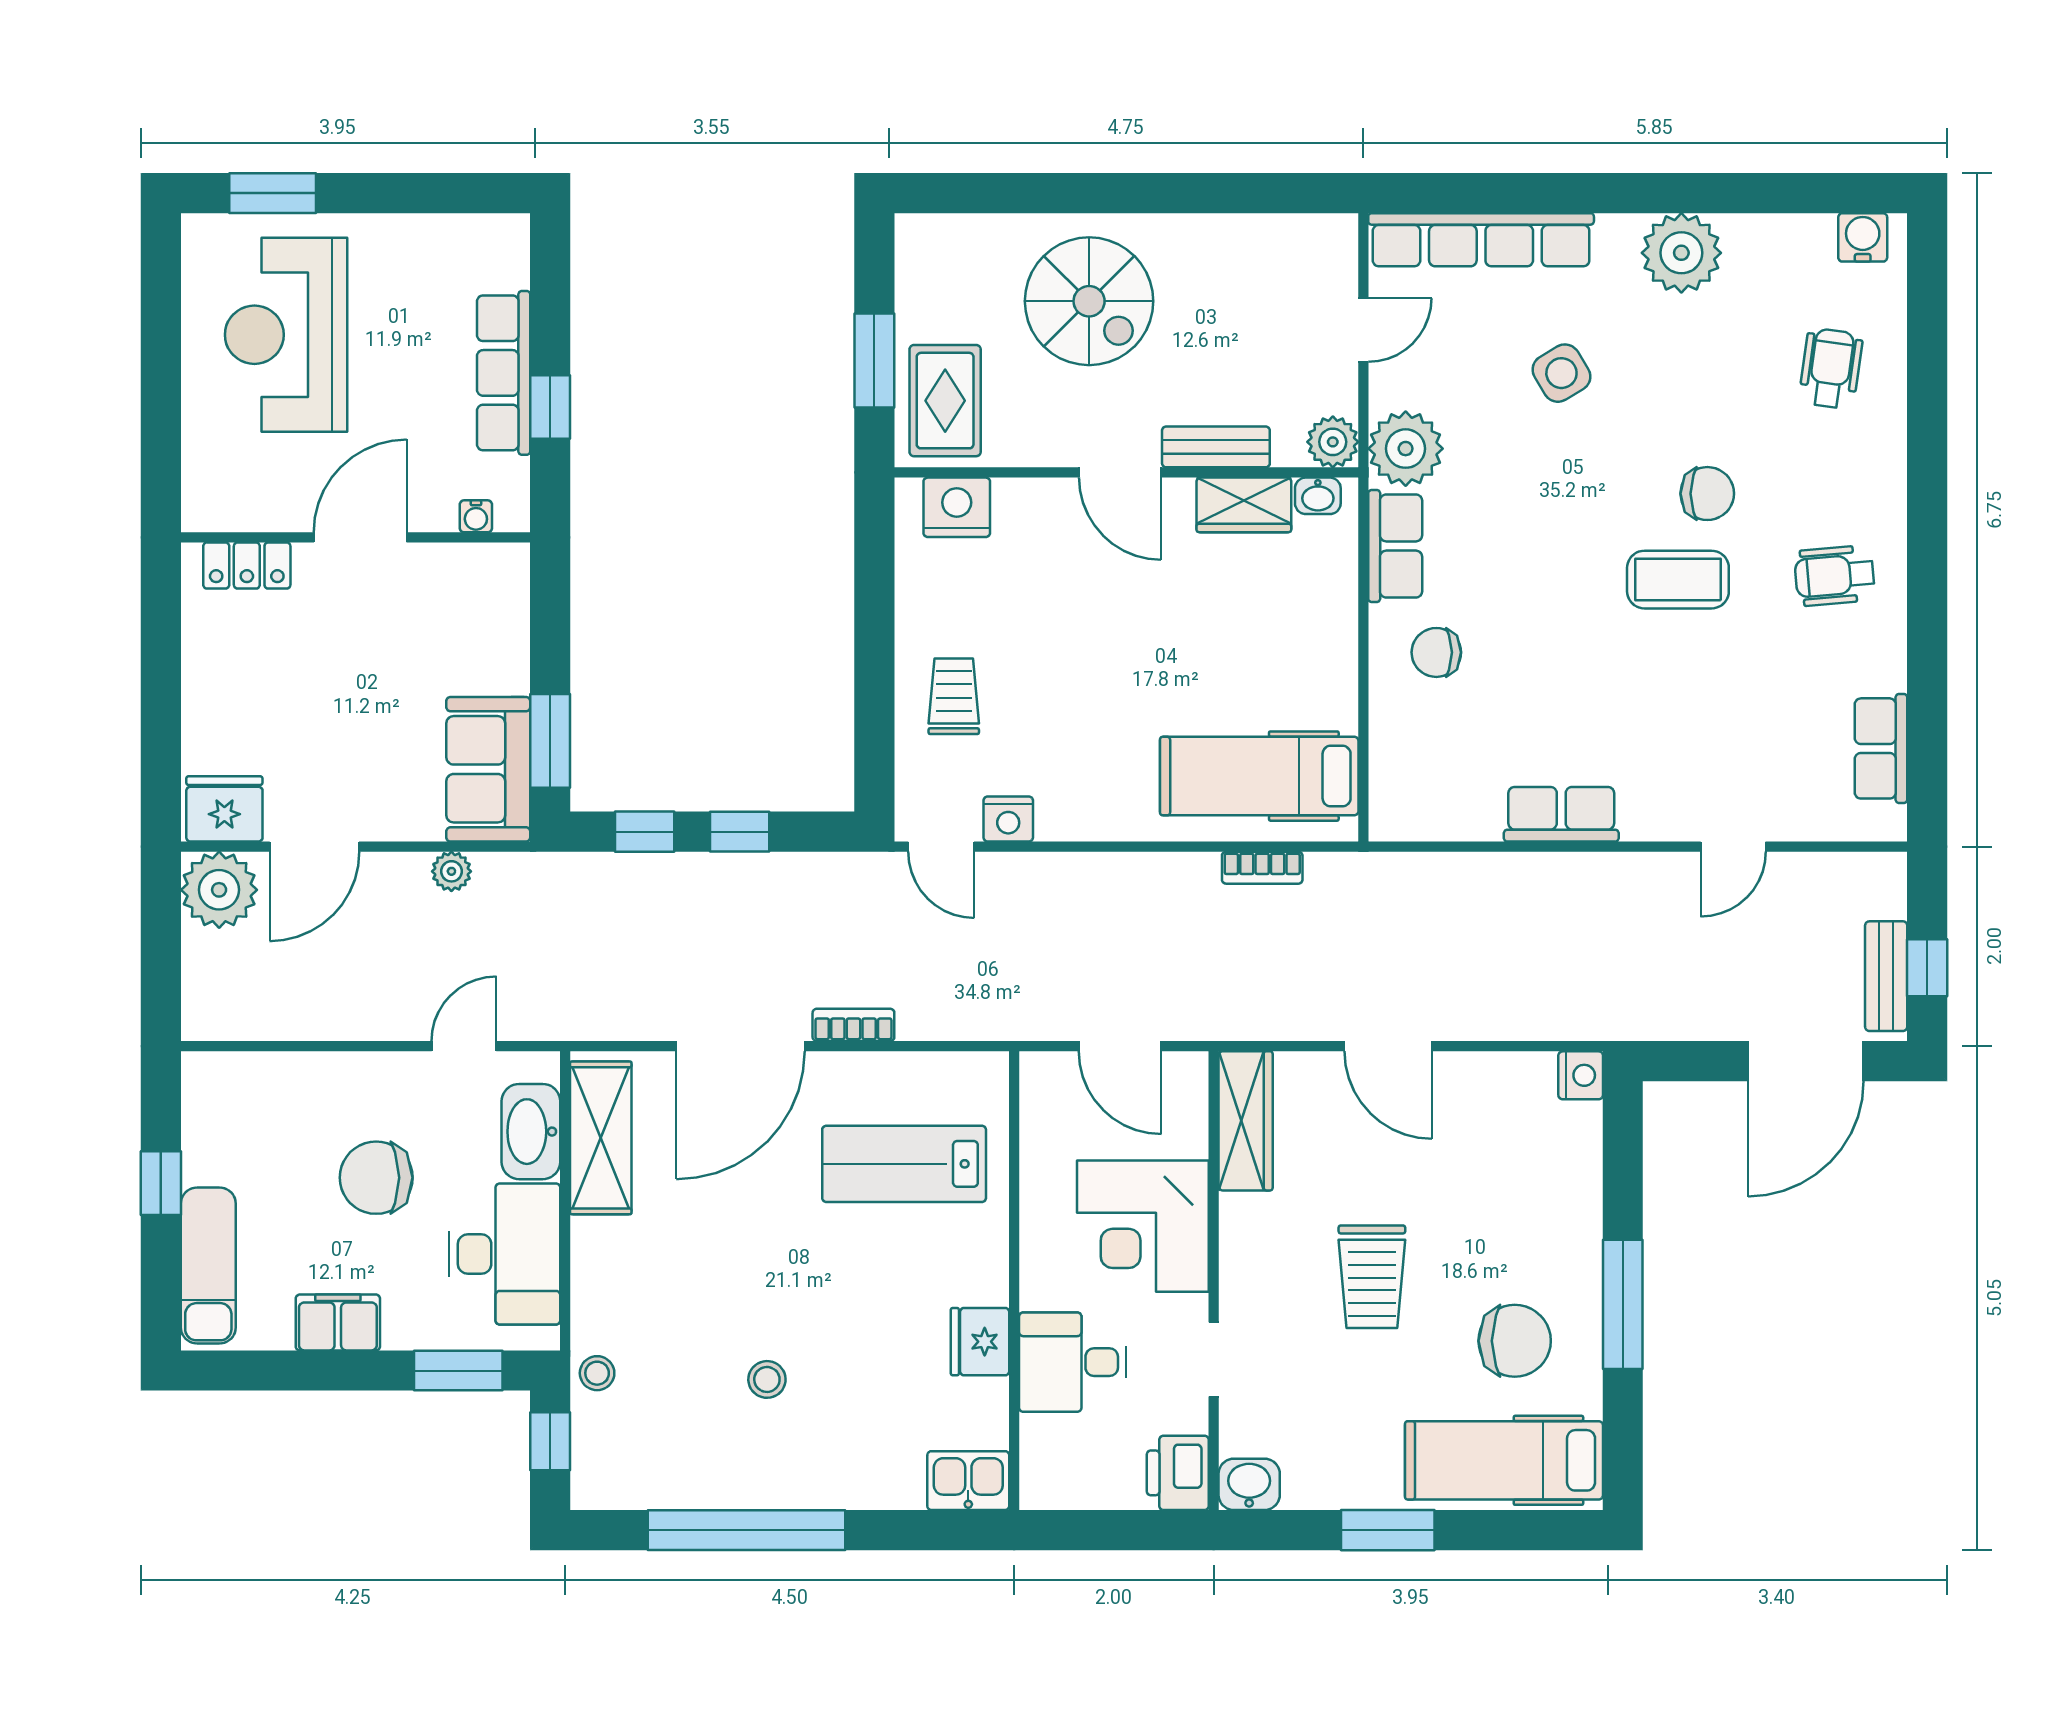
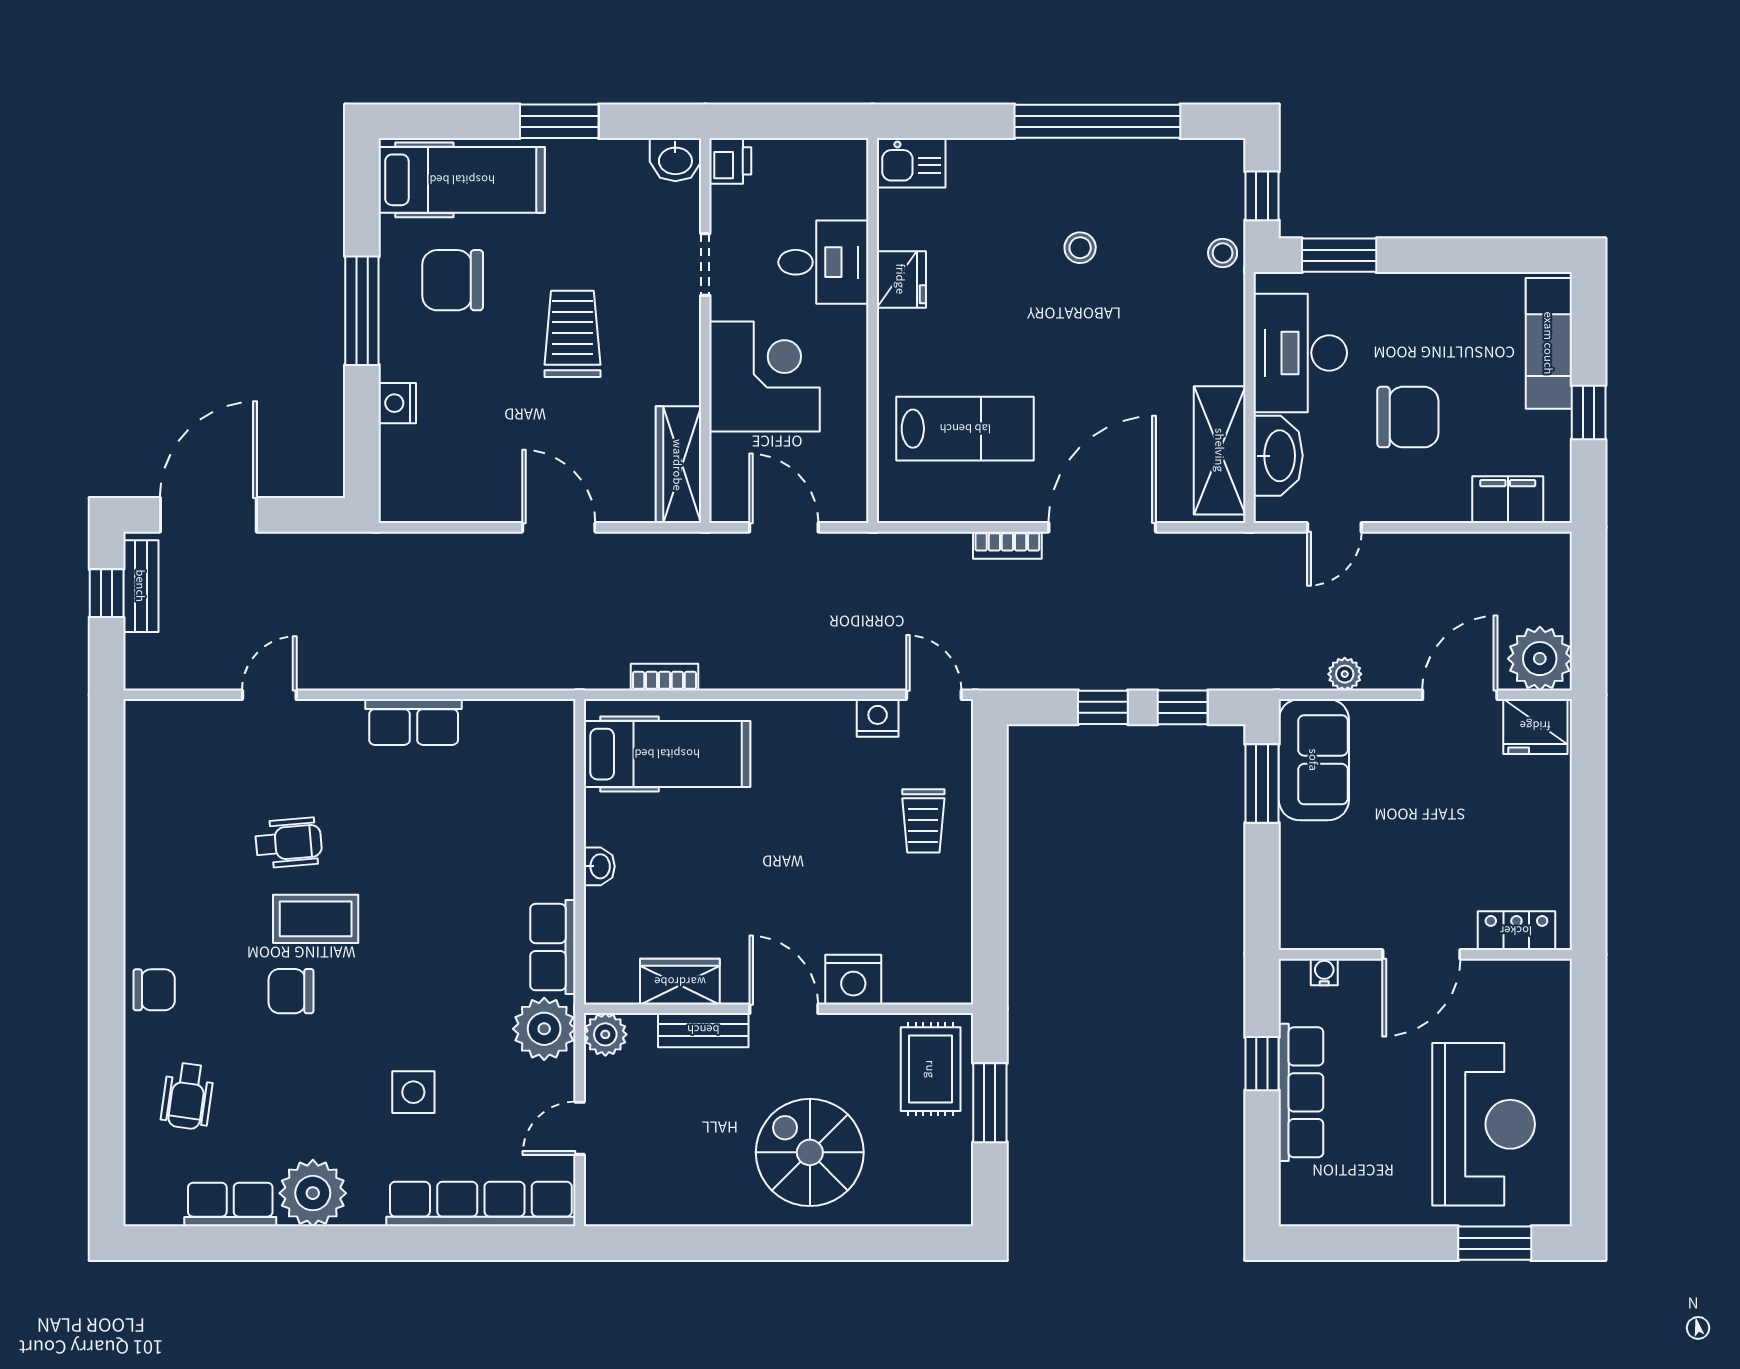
water cooler: (1863, 237) -> (161, 1206), removed
side table: (1561, 373) -> (413, 1092), turned 31
washbasin: (1318, 496) -> (599, 866), moved, turned 90
nightstand: (957, 507) -> (853, 980), moved
wheelchair: (1835, 576) -> (289, 843), moved
chair: (1436, 652) -> (154, 990), moved
row of seats: (1881, 748) -> (230, 1205), moved, turned -90
nightstand: (1581, 1075) -> (397, 403), moved
filing cabinet: (338, 1322) -> (1508, 500), moved, turned 180
printer: (1178, 1473) -> (730, 161), width x0.73, depth x0.81

